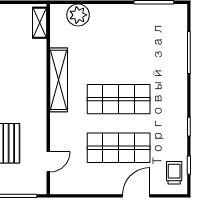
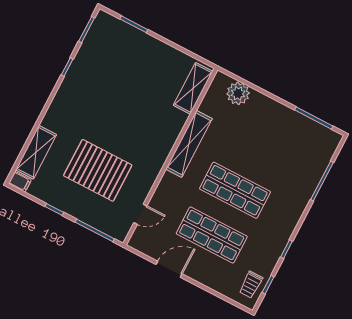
shelving: (40, 23) -> (193, 88), width x1.50, depth x1.33
trolley: (174, 173) -> (251, 285), turned 180
door: (136, 196) -> (169, 269), moved

